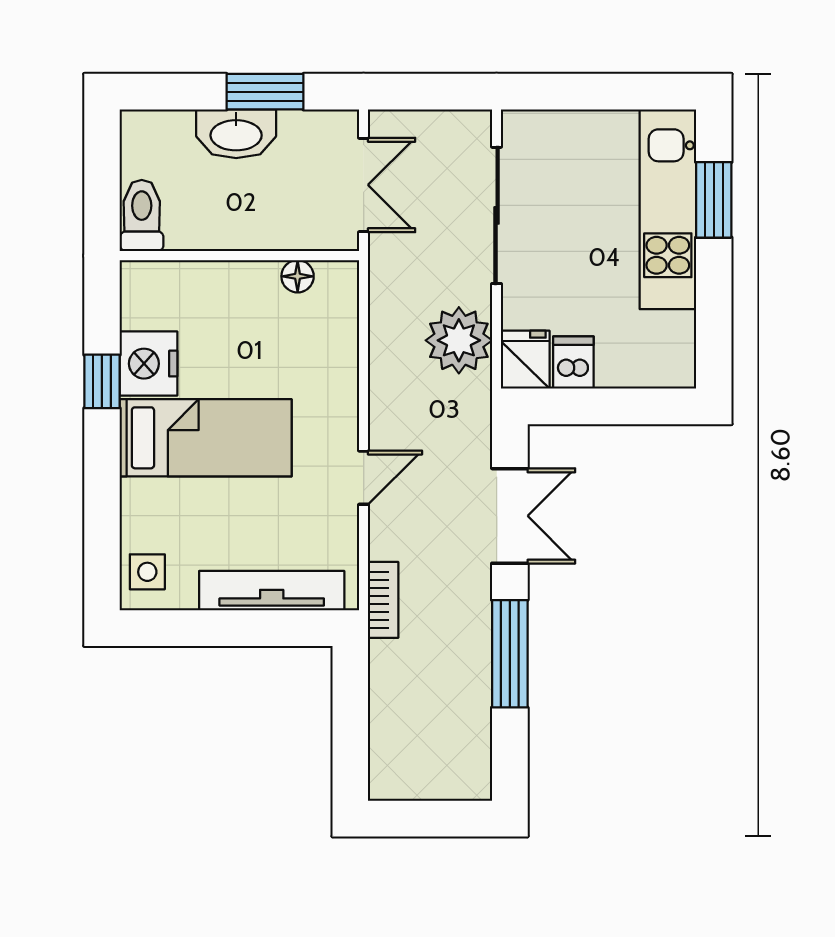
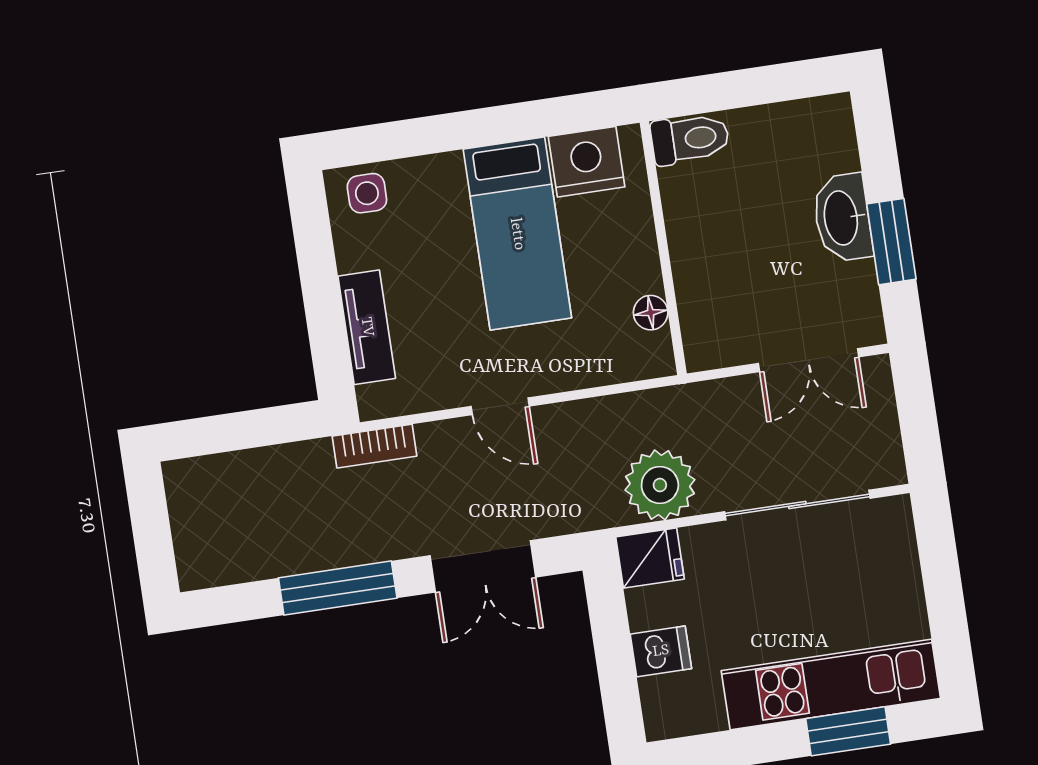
toilet: (142, 216) -> (690, 139), moved
wall: (239, 256) -> (663, 248), moved
floor lamp: (298, 276) -> (651, 313), moved
dishwasher: (573, 363) -> (661, 651), moved
window: (102, 381) -> (560, 115), removed
tv unit: (272, 591) -> (367, 327), width x0.71

